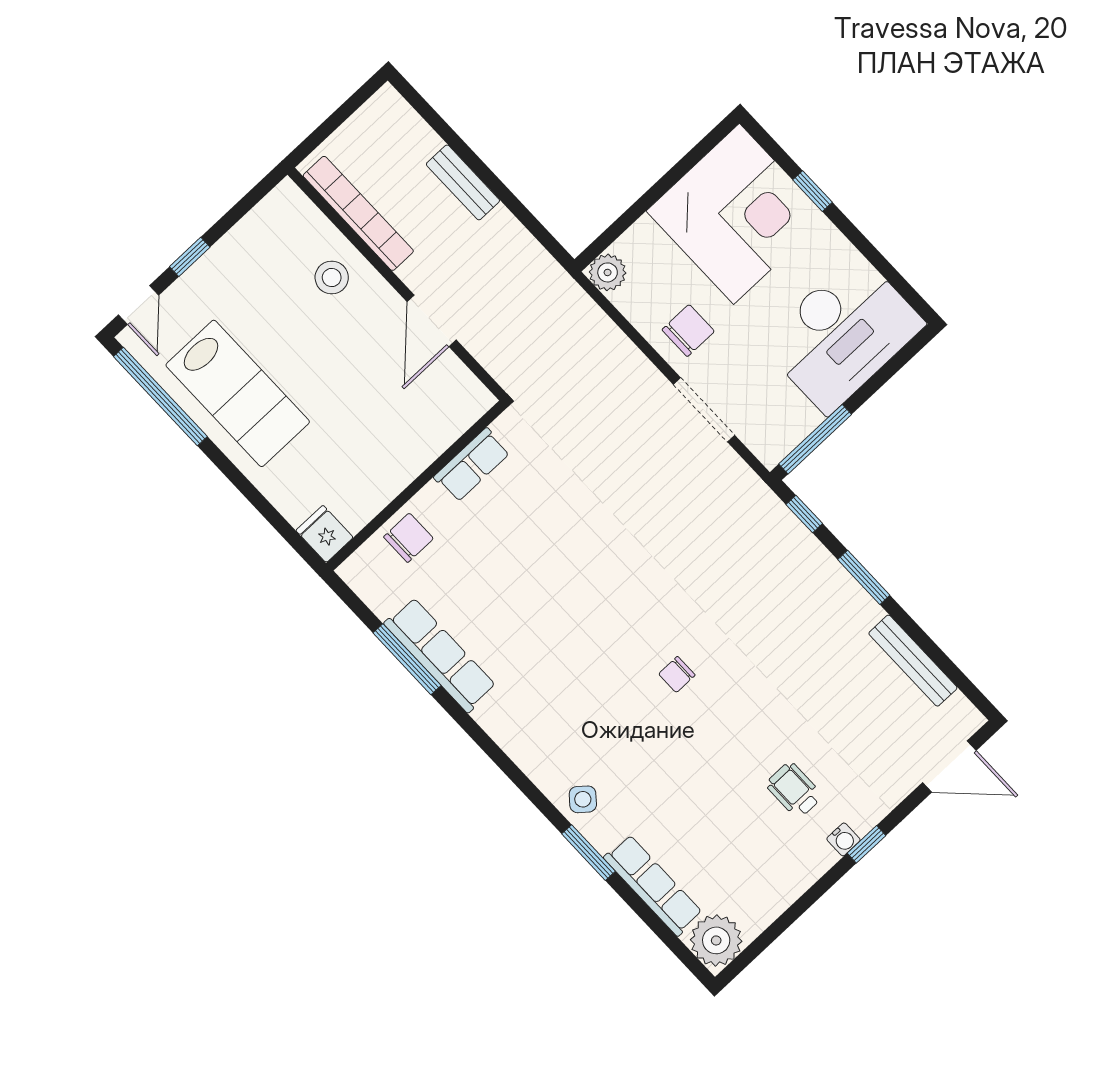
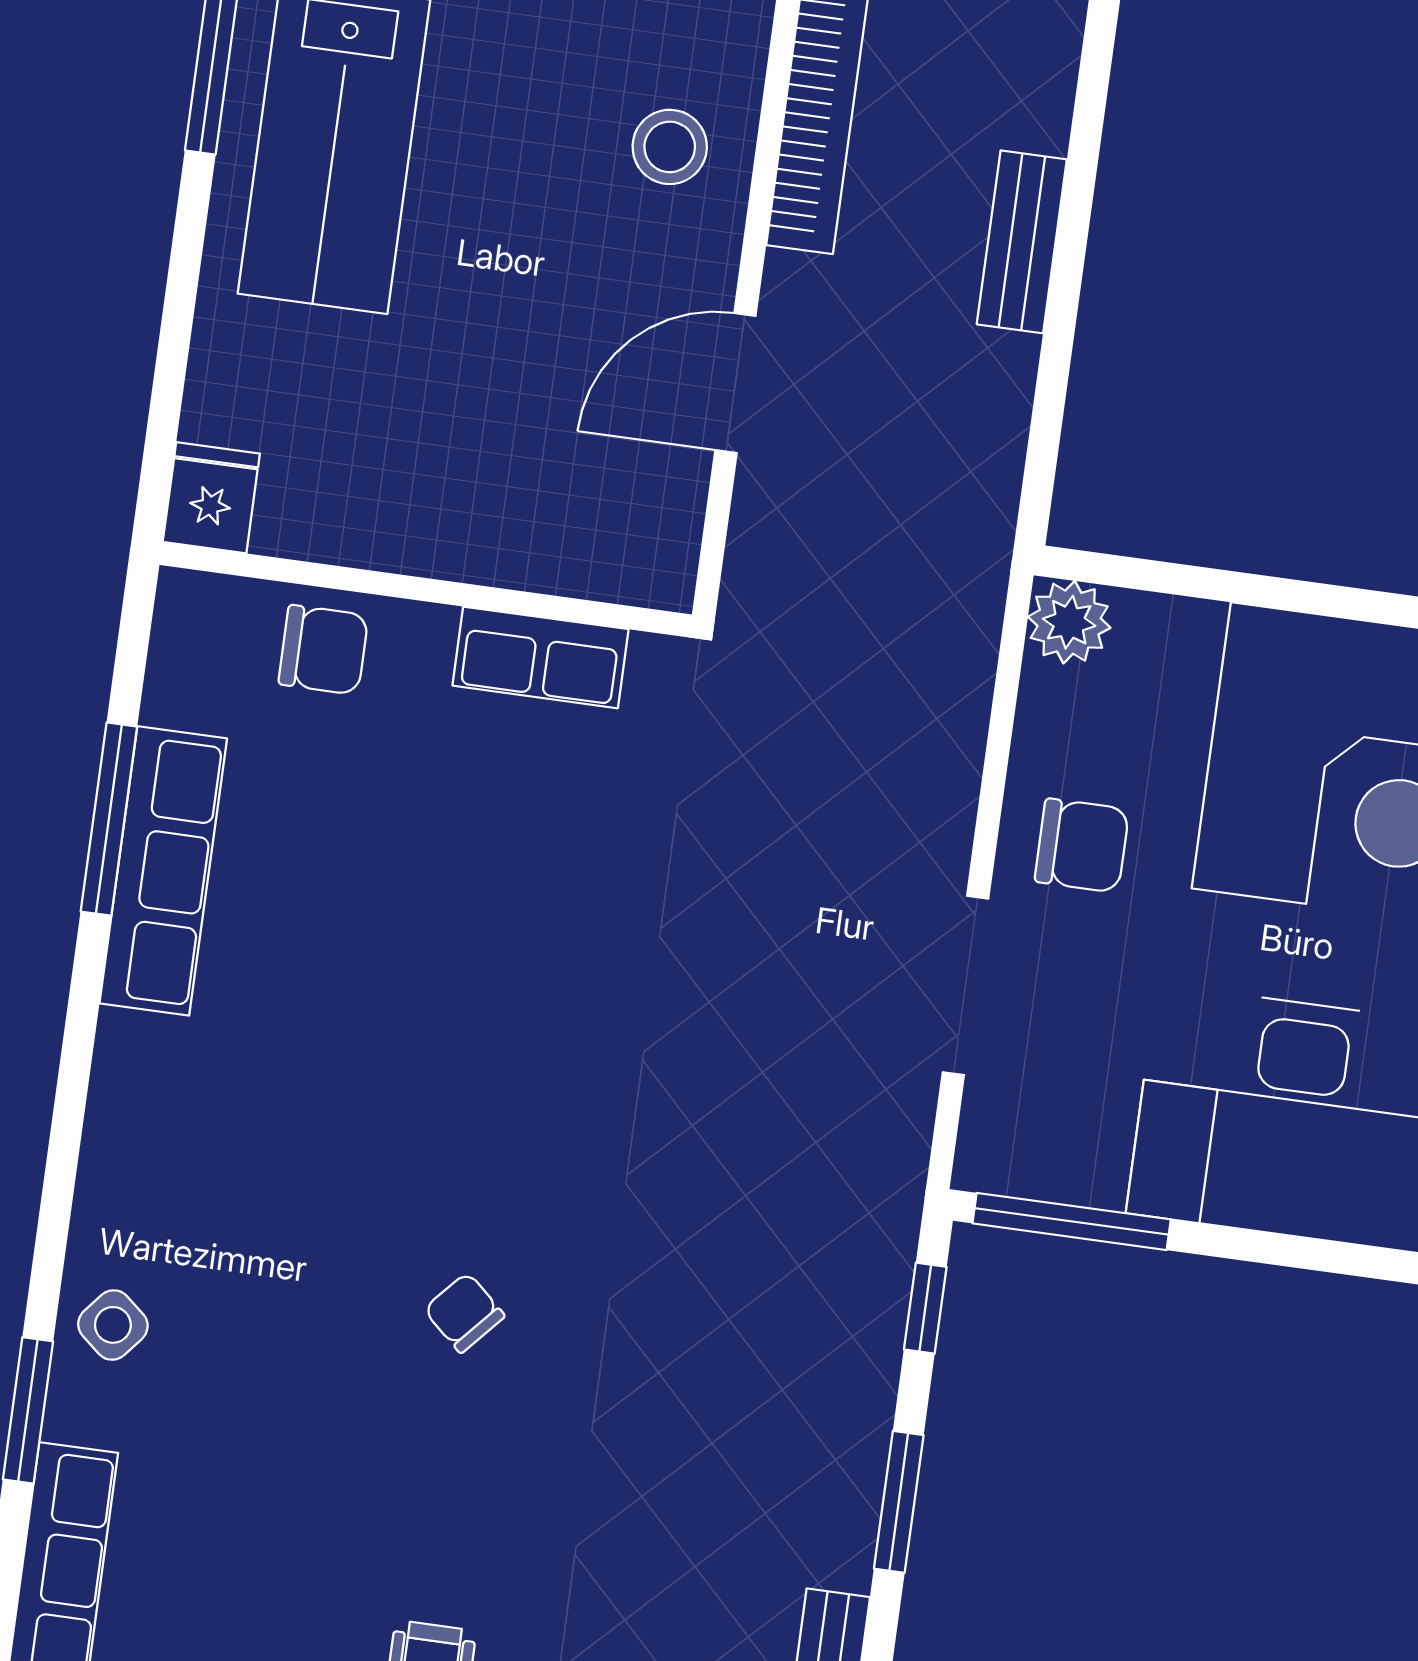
chair: (677, 674) -> (464, 1313), turned 42

